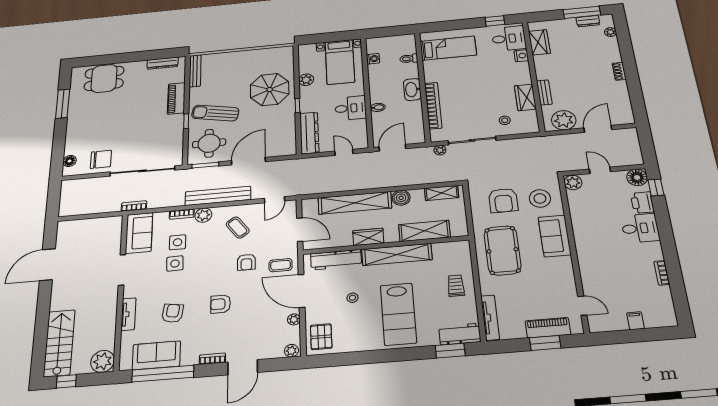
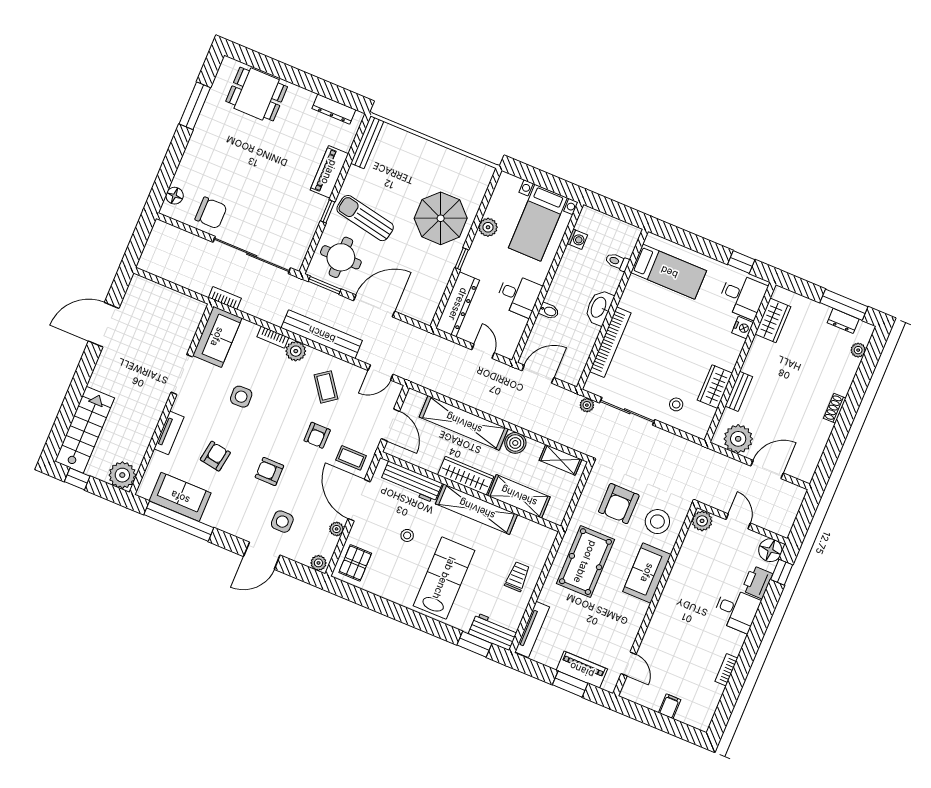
wardrobe: (368, 237) -> (466, 476), width x1.50
side table: (178, 242) -> (282, 522), moved
lab bench: (398, 314) -> (444, 578), turned 180
bookcase: (212, 359) -> (235, 530), removed

